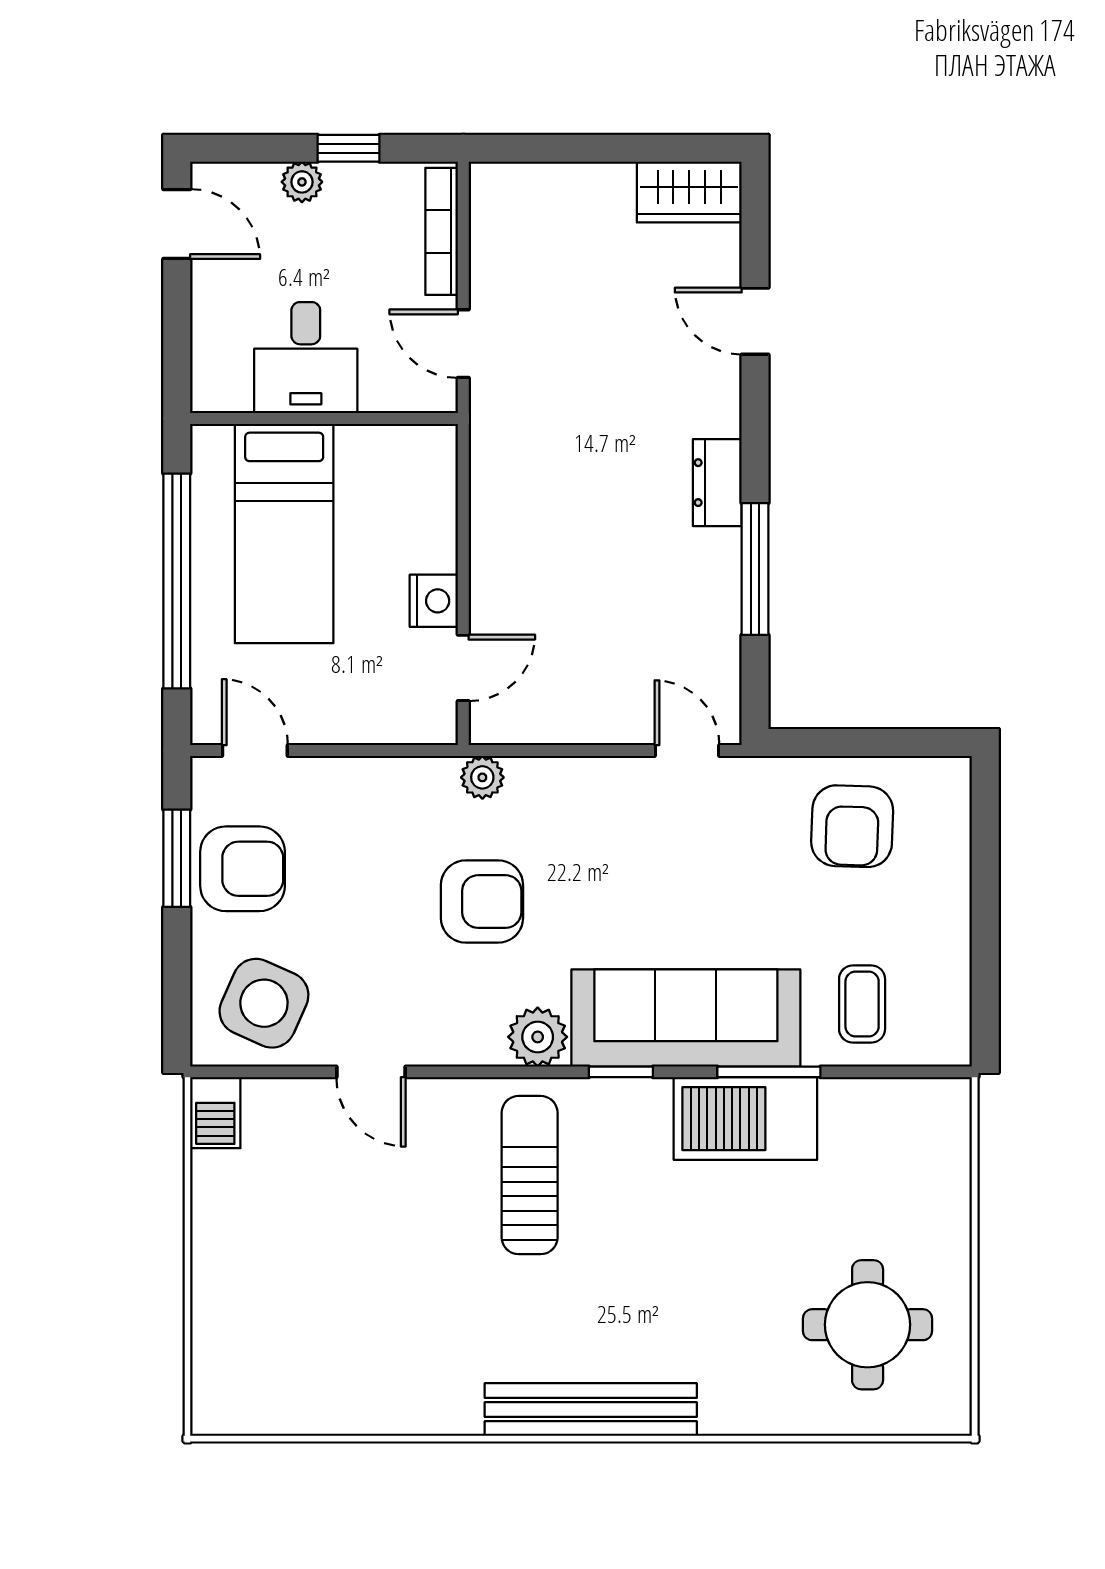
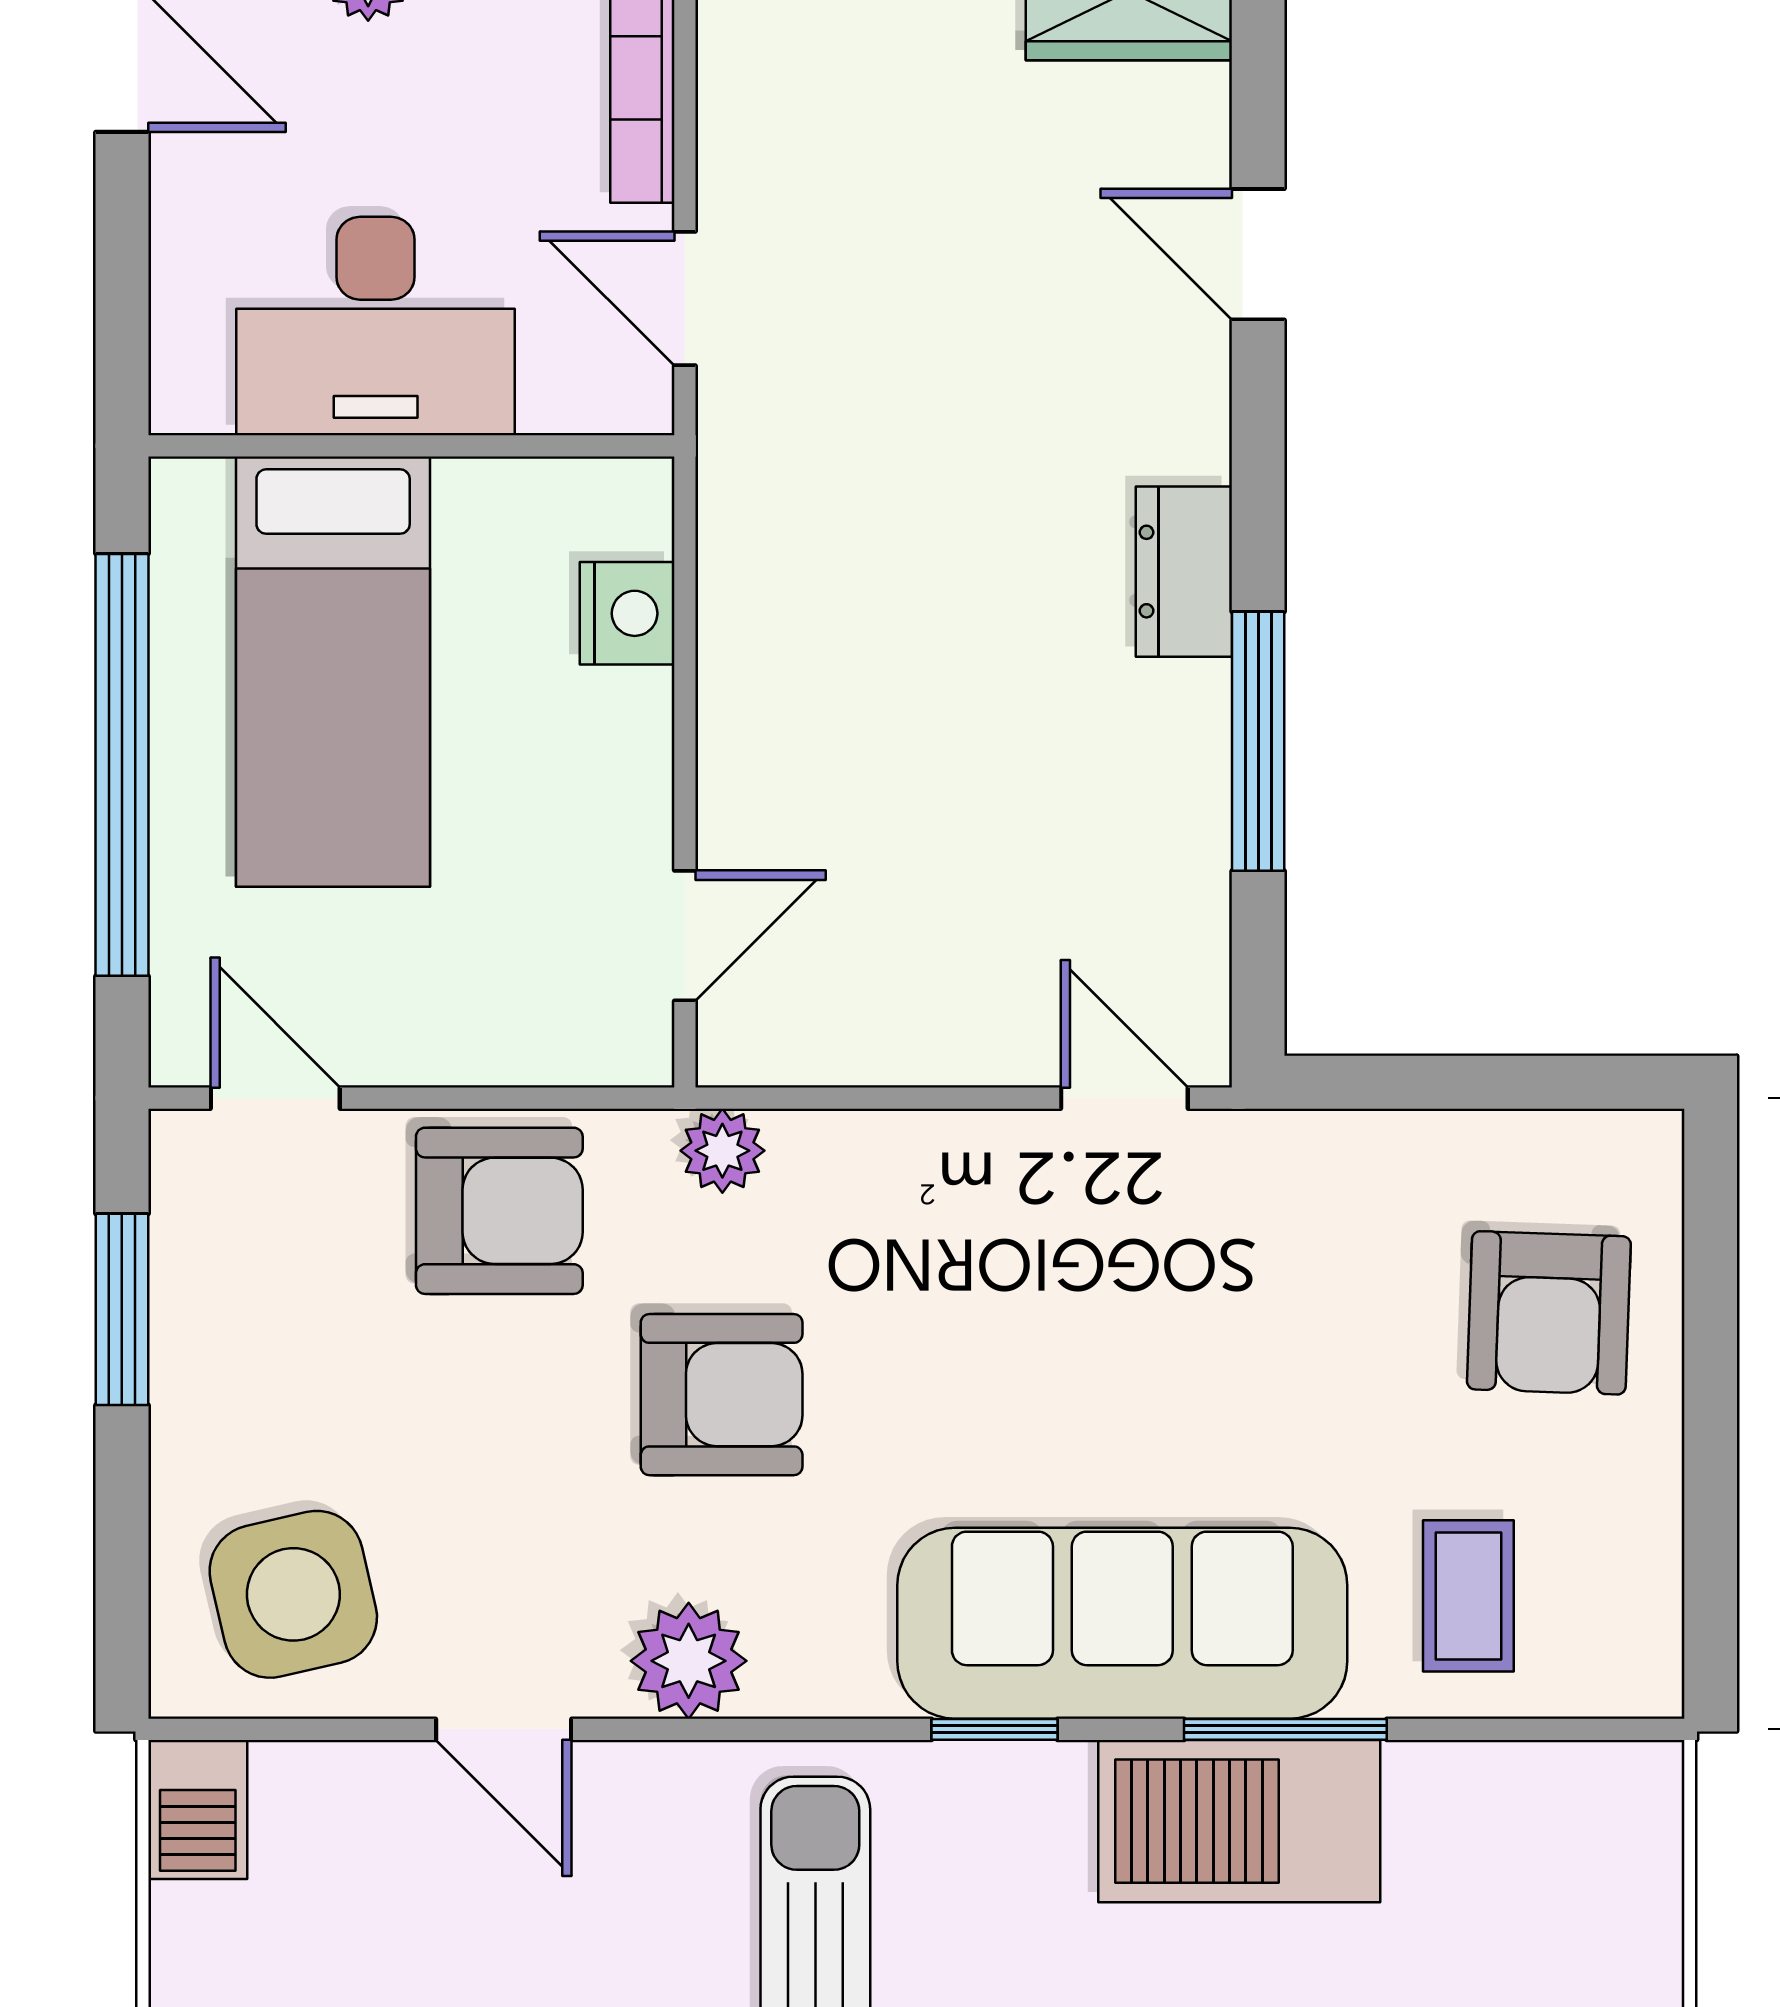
desk: (306, 358) -> (376, 326), width x1.37
nightstand: (434, 601) -> (627, 613), moved
armchair: (852, 826) -> (1549, 1313), moved
armchair: (243, 869) -> (499, 1211), moved
side table: (264, 1003) -> (293, 1594), turned -37
plant: (538, 1037) -> (689, 1661), moved

